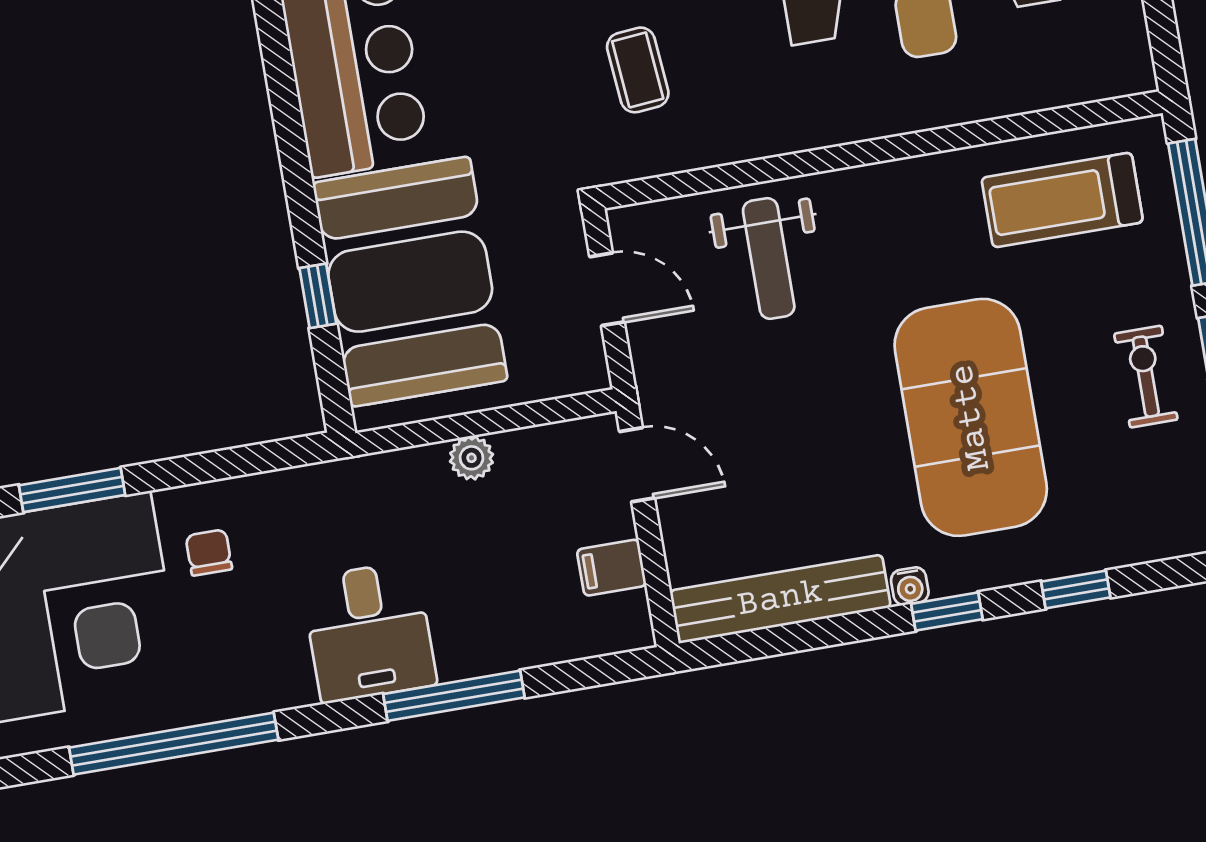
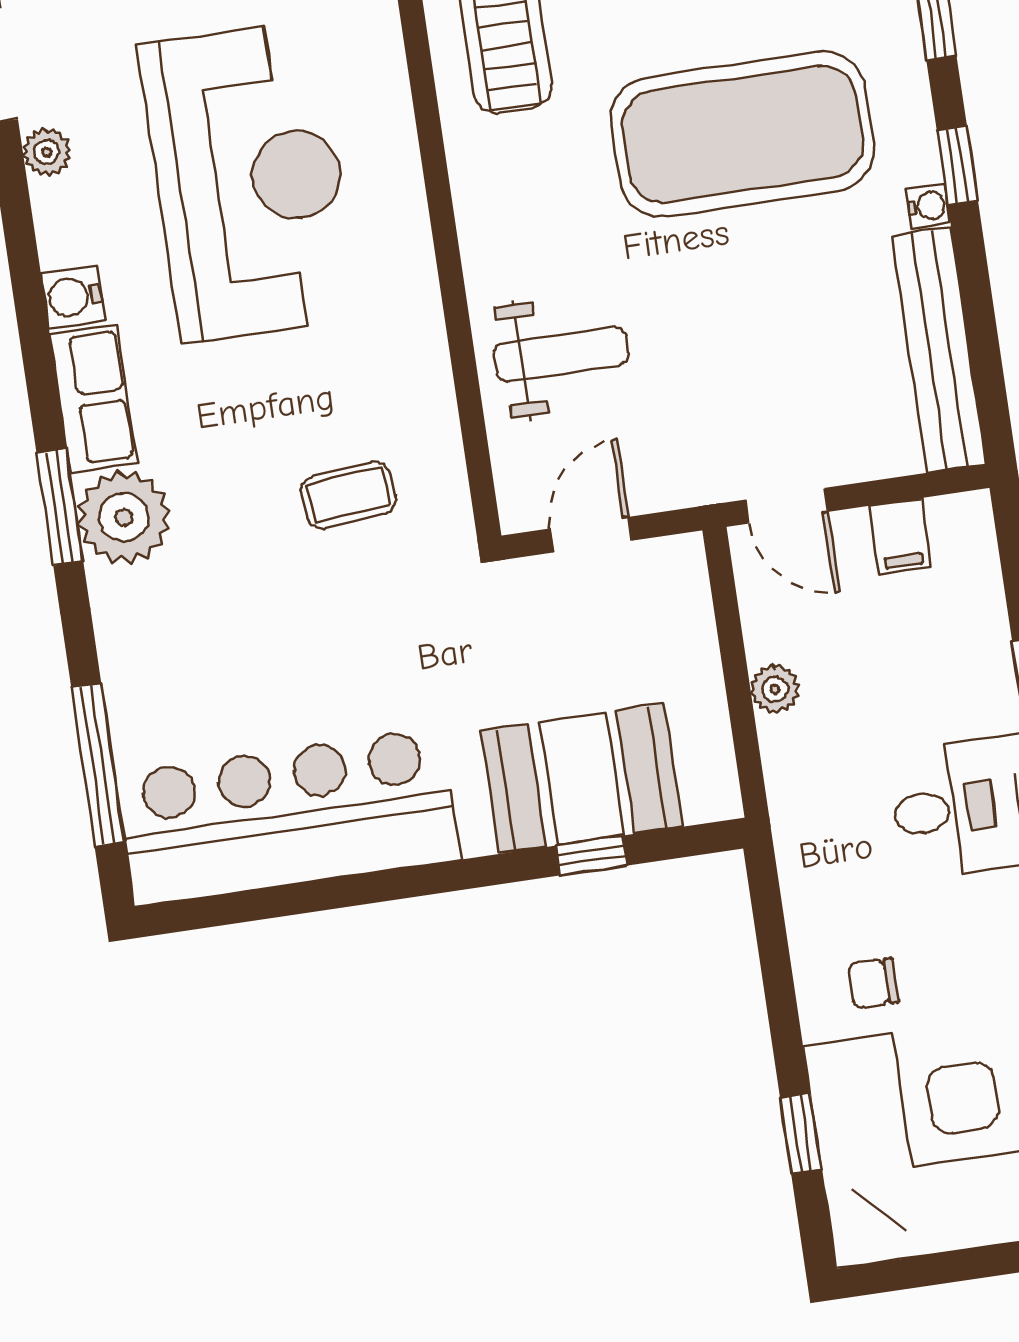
booth: (410, 282) -> (582, 779), width x0.73, depth x0.70
door: (637, 465) -> (787, 506), swing flipped
window: (72, 490) -> (801, 1133), width x0.67

